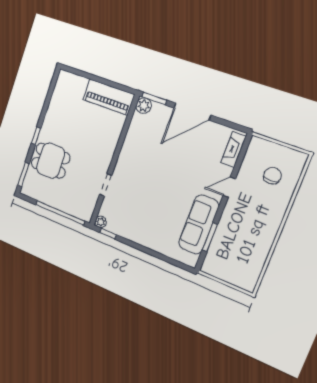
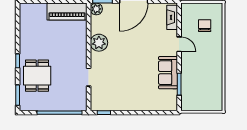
dining table: (51, 161) -> (37, 76), turned 90
door: (229, 187) -> (179, 44), swing flipped
plant: (101, 222) -> (99, 43), moved, width x1.88, depth x1.88
sofa: (199, 224) -> (168, 73), width x0.73

